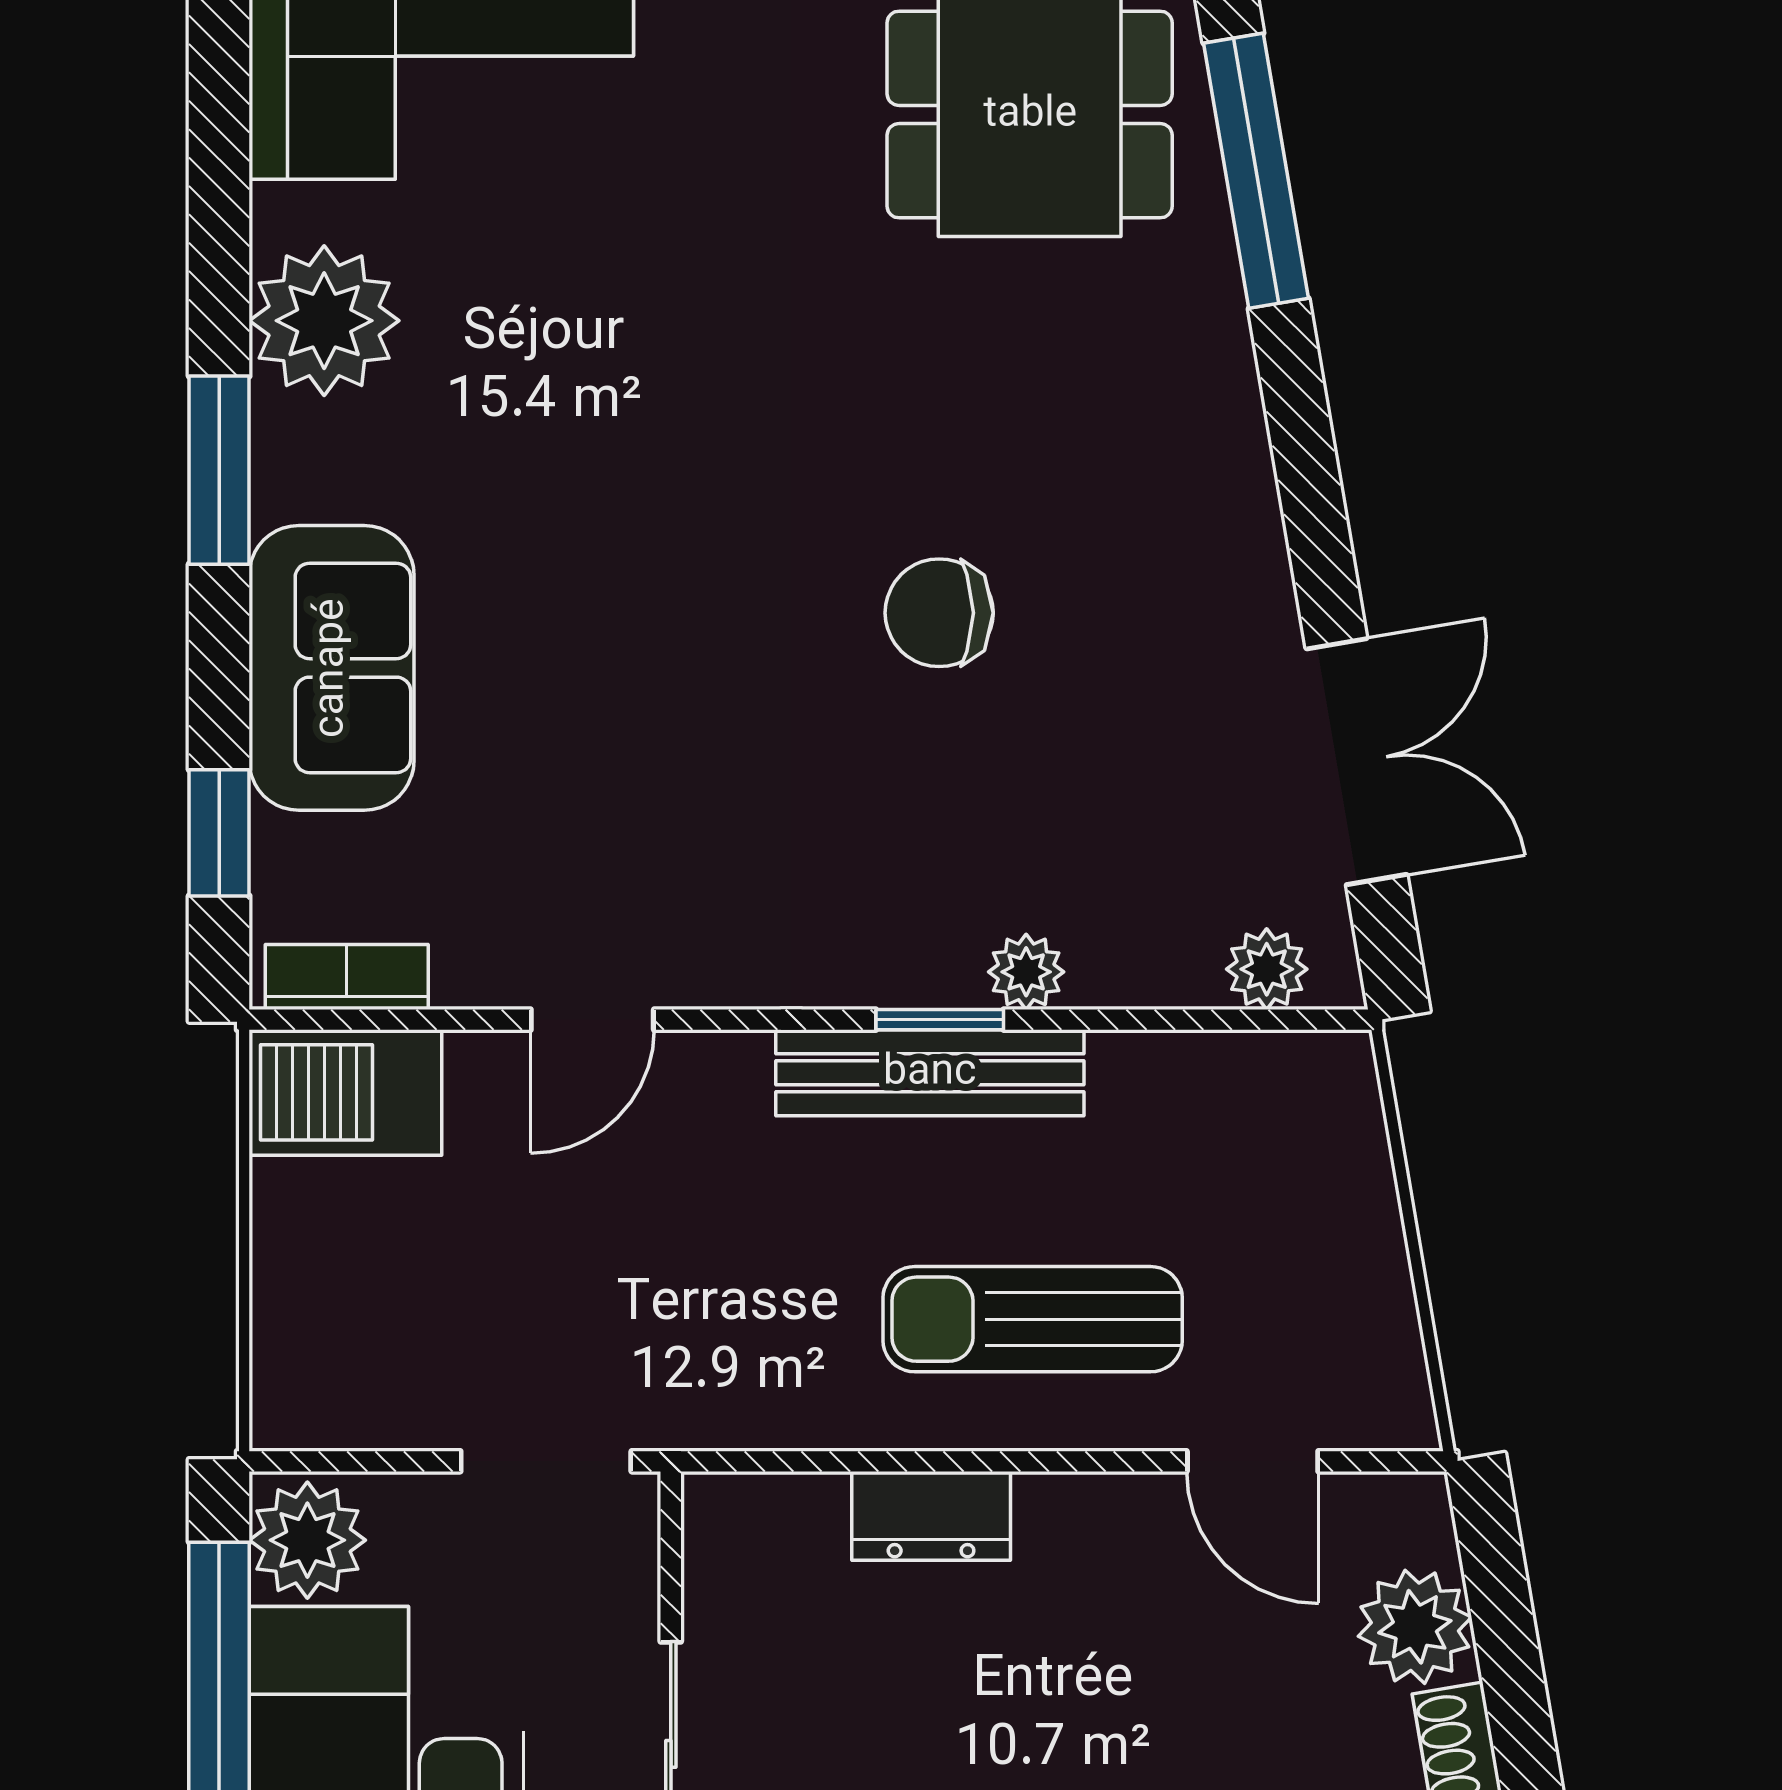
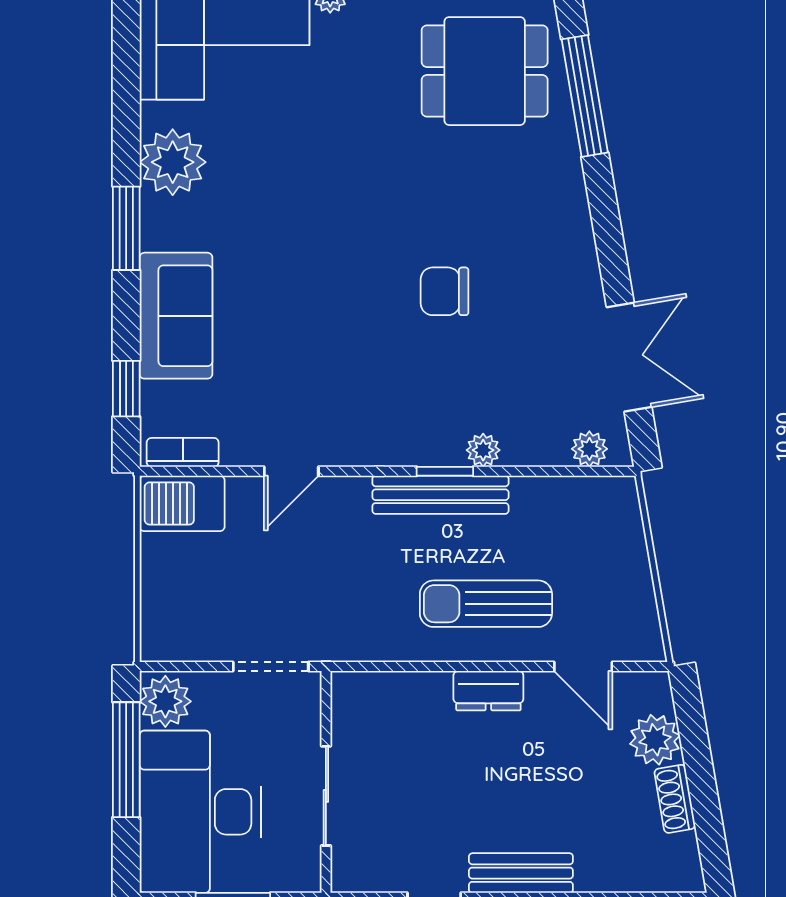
dresser: (931, 1516) -> (488, 691), moved

